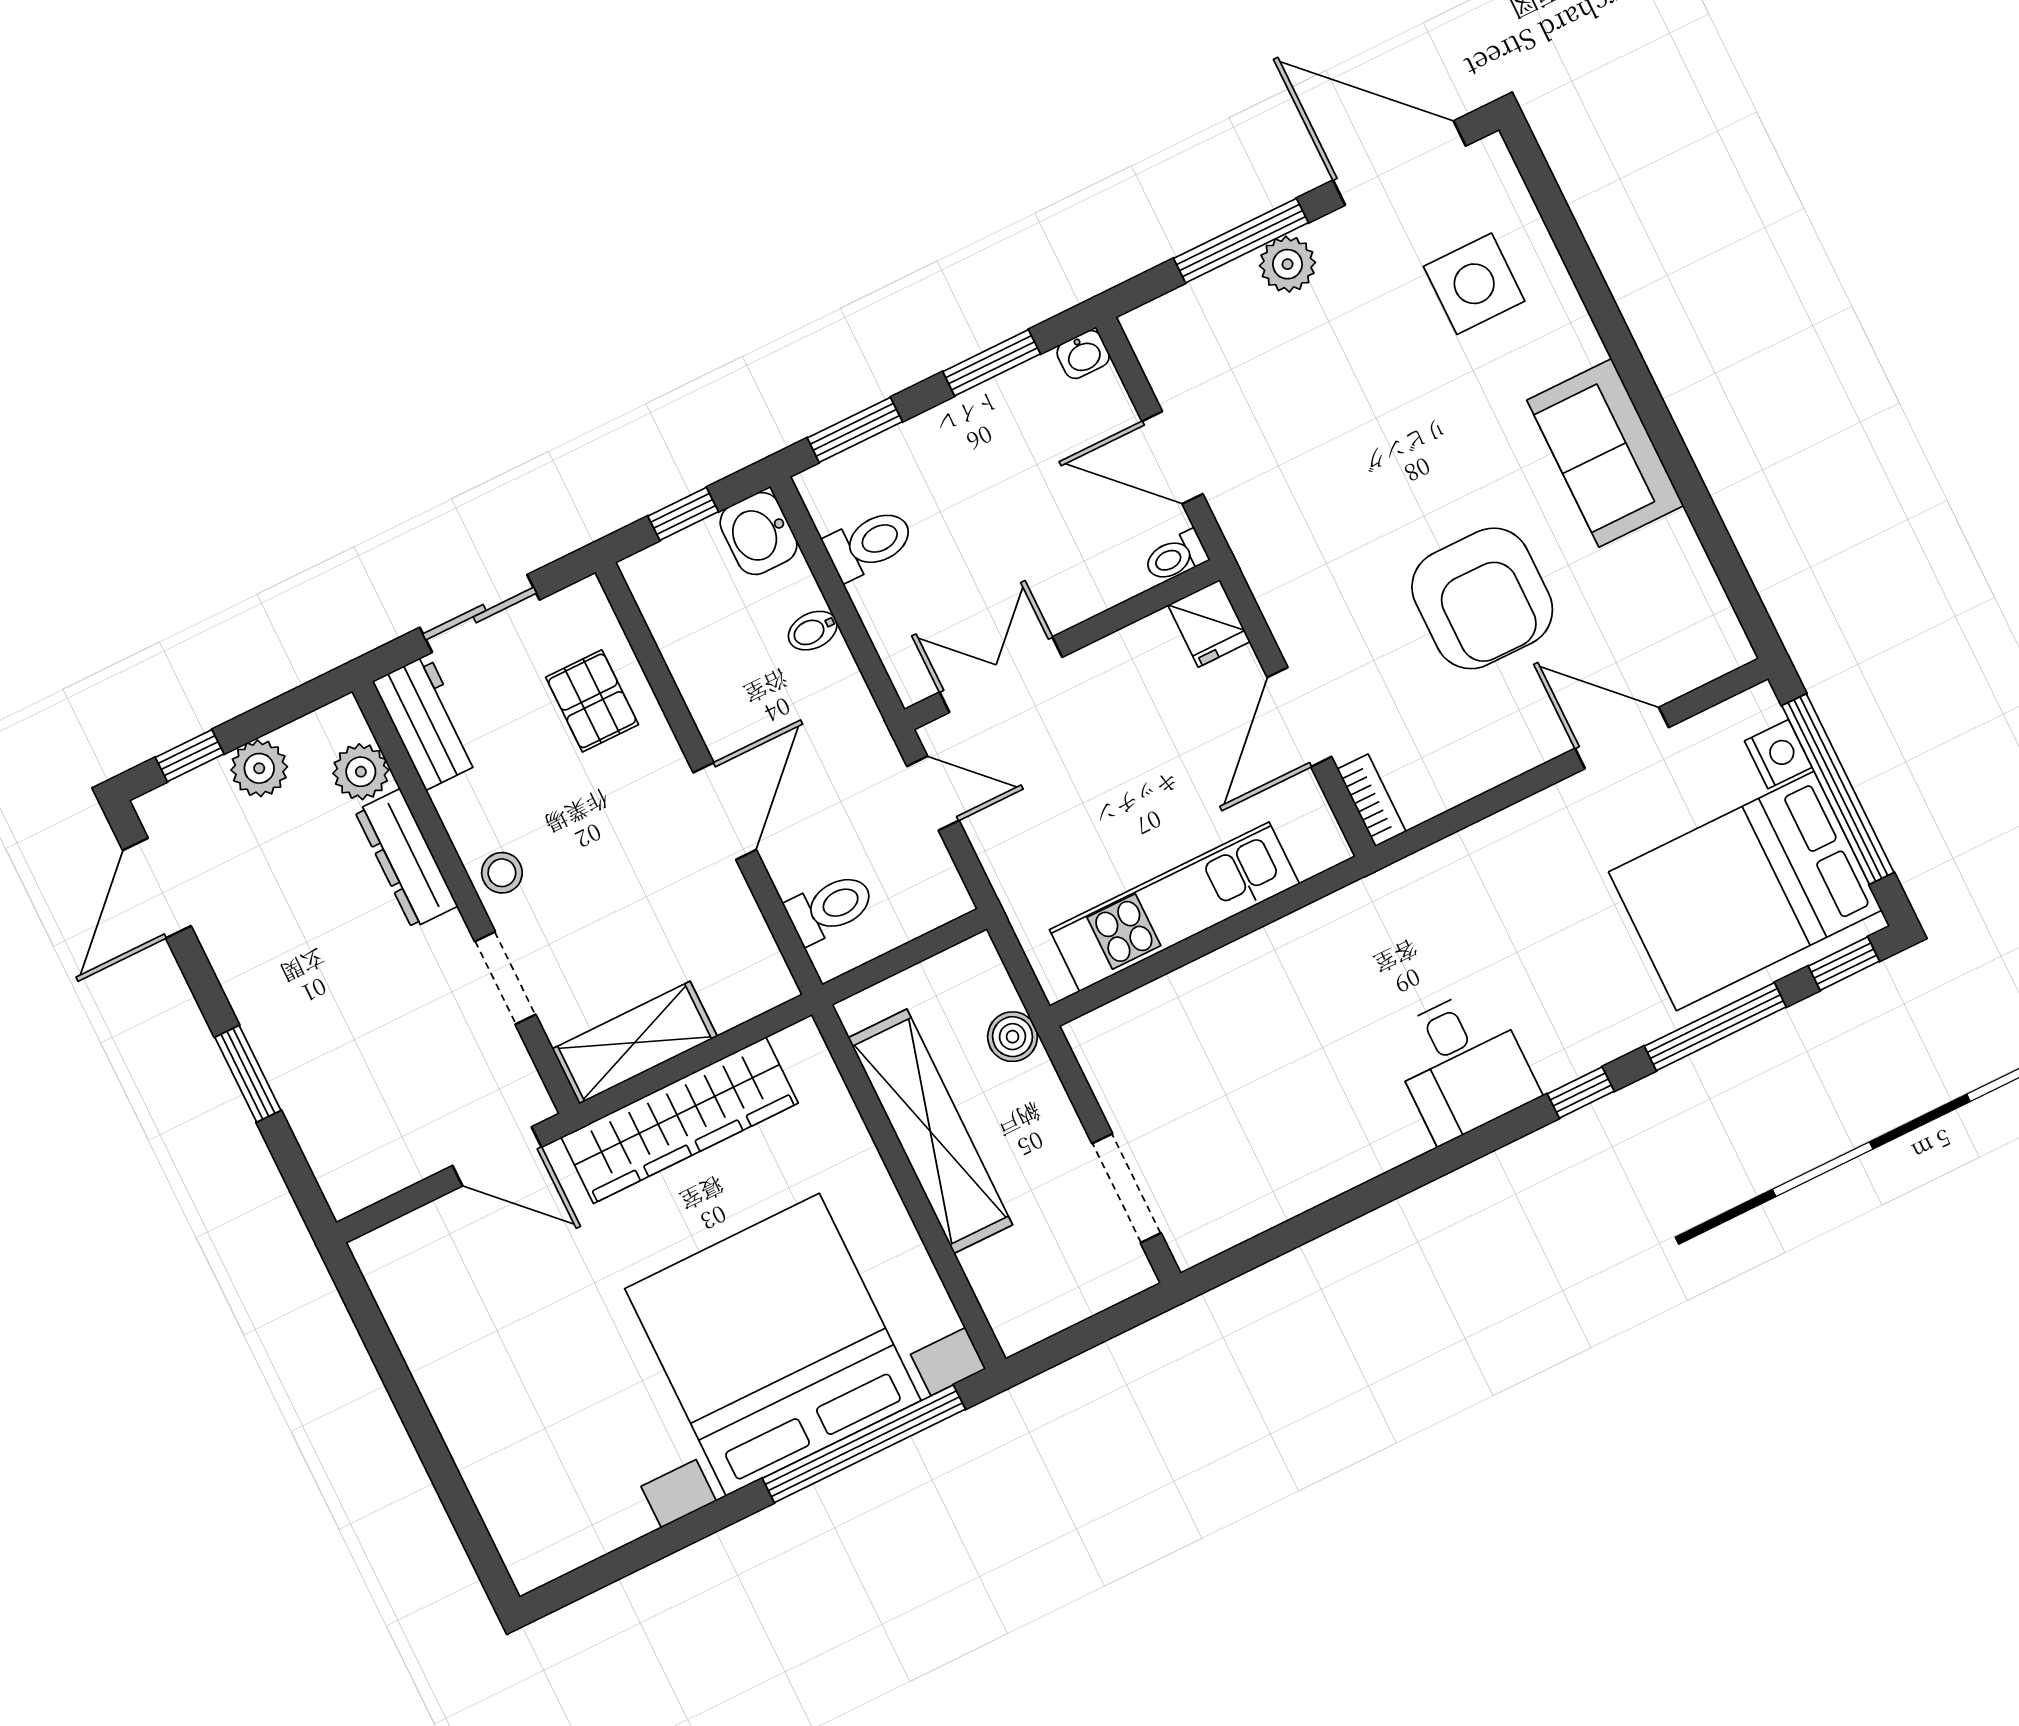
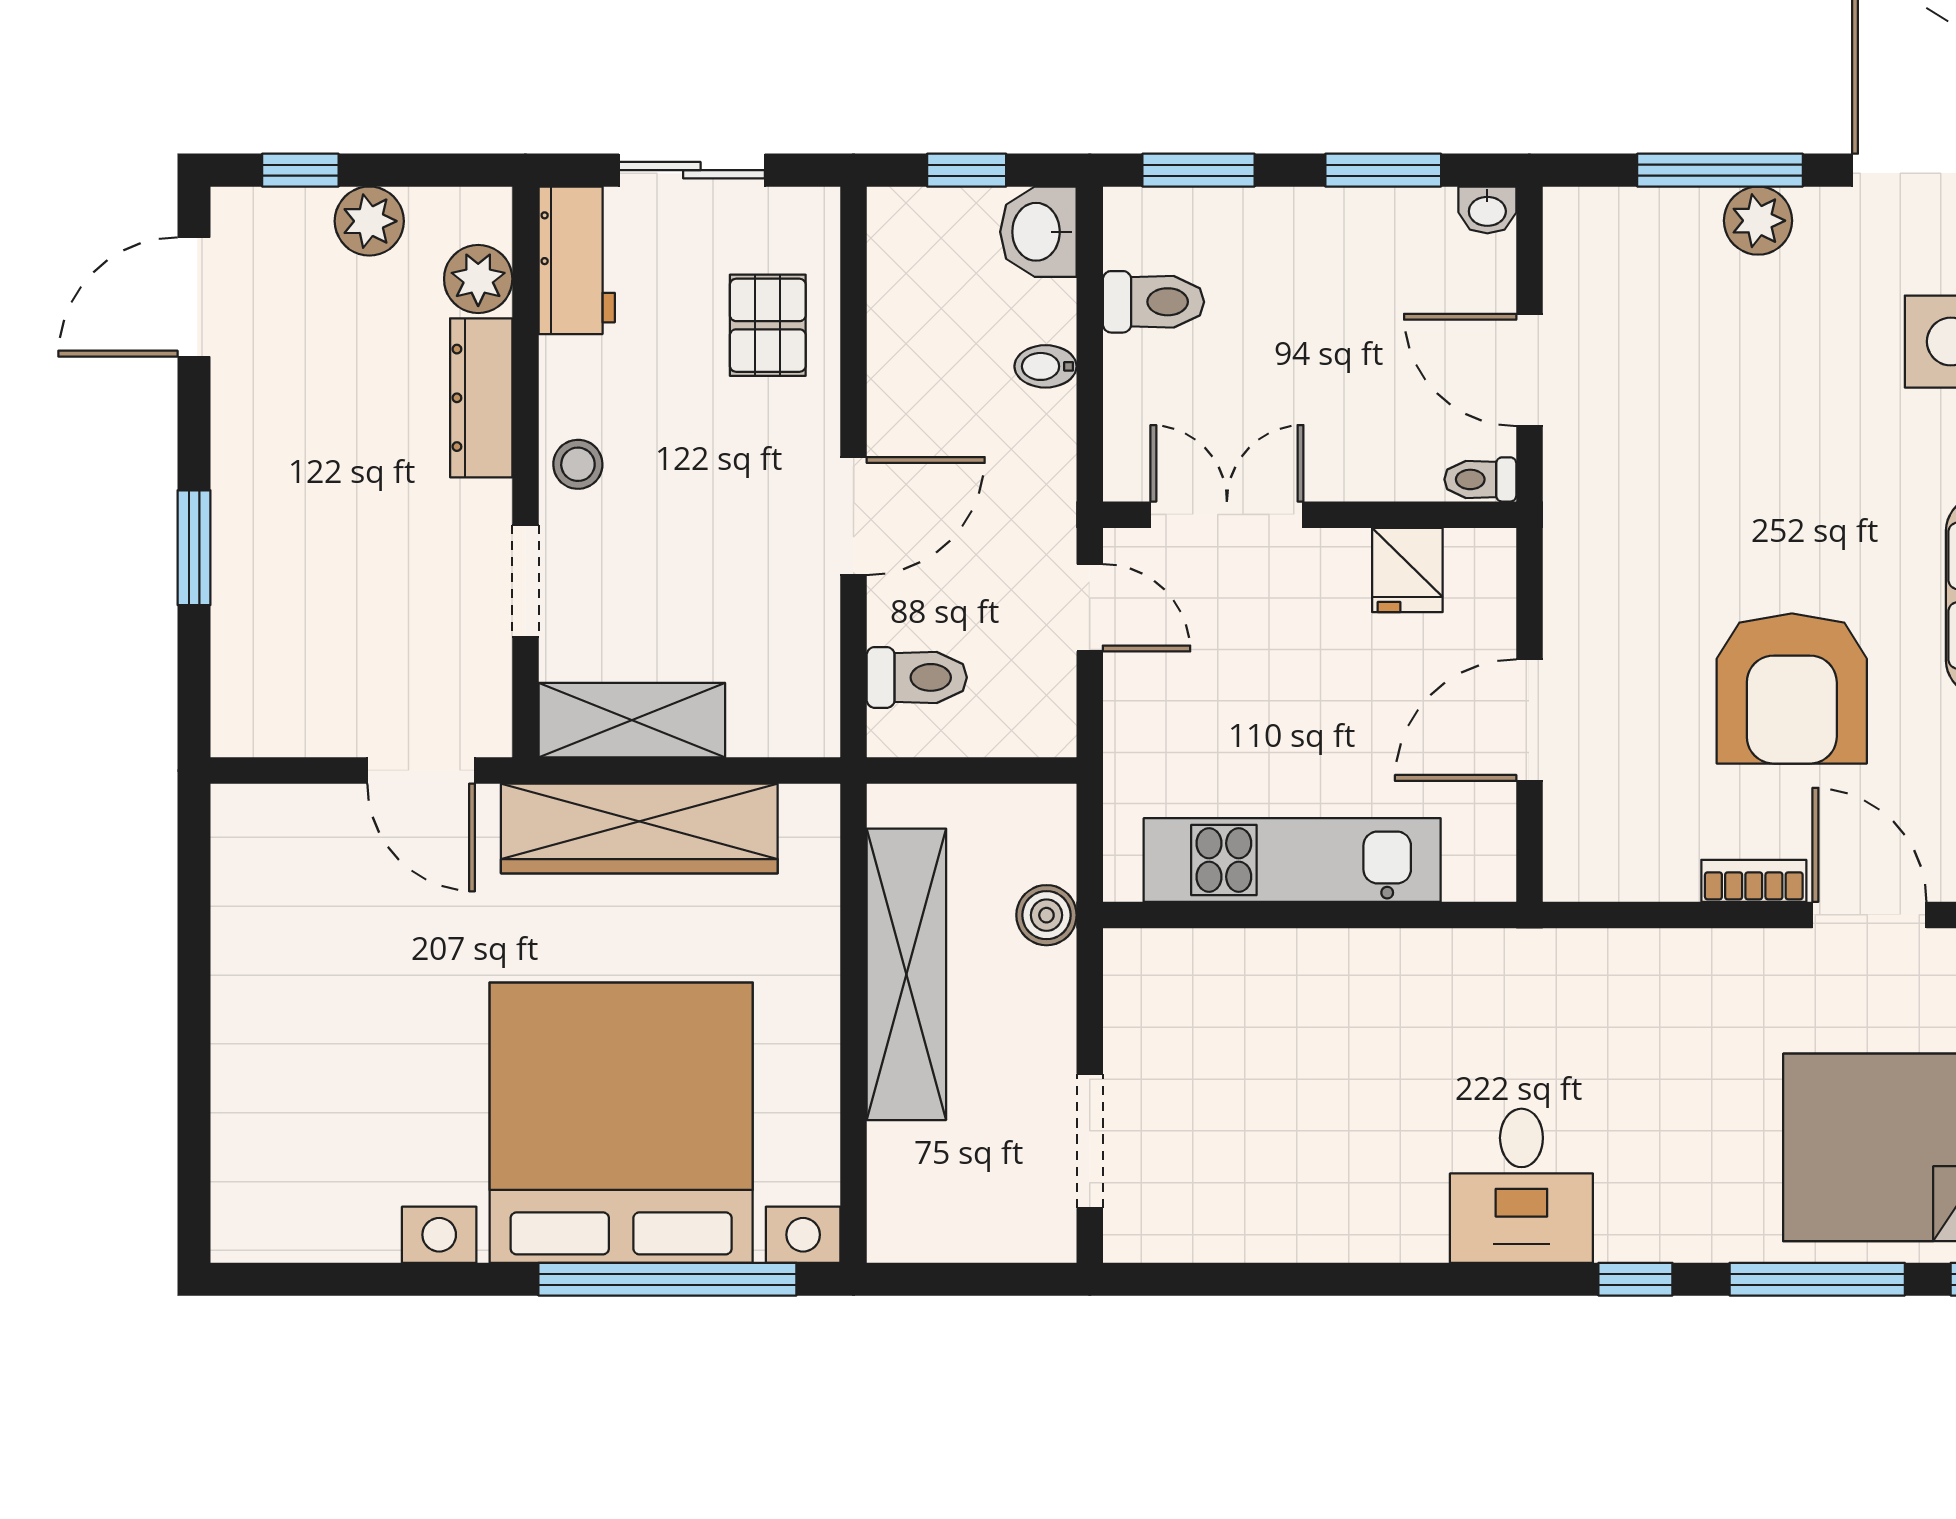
fridge: (1209, 623) -> (1407, 570), moved
bookcase: (1372, 800) -> (1754, 881), moved, turned -90

